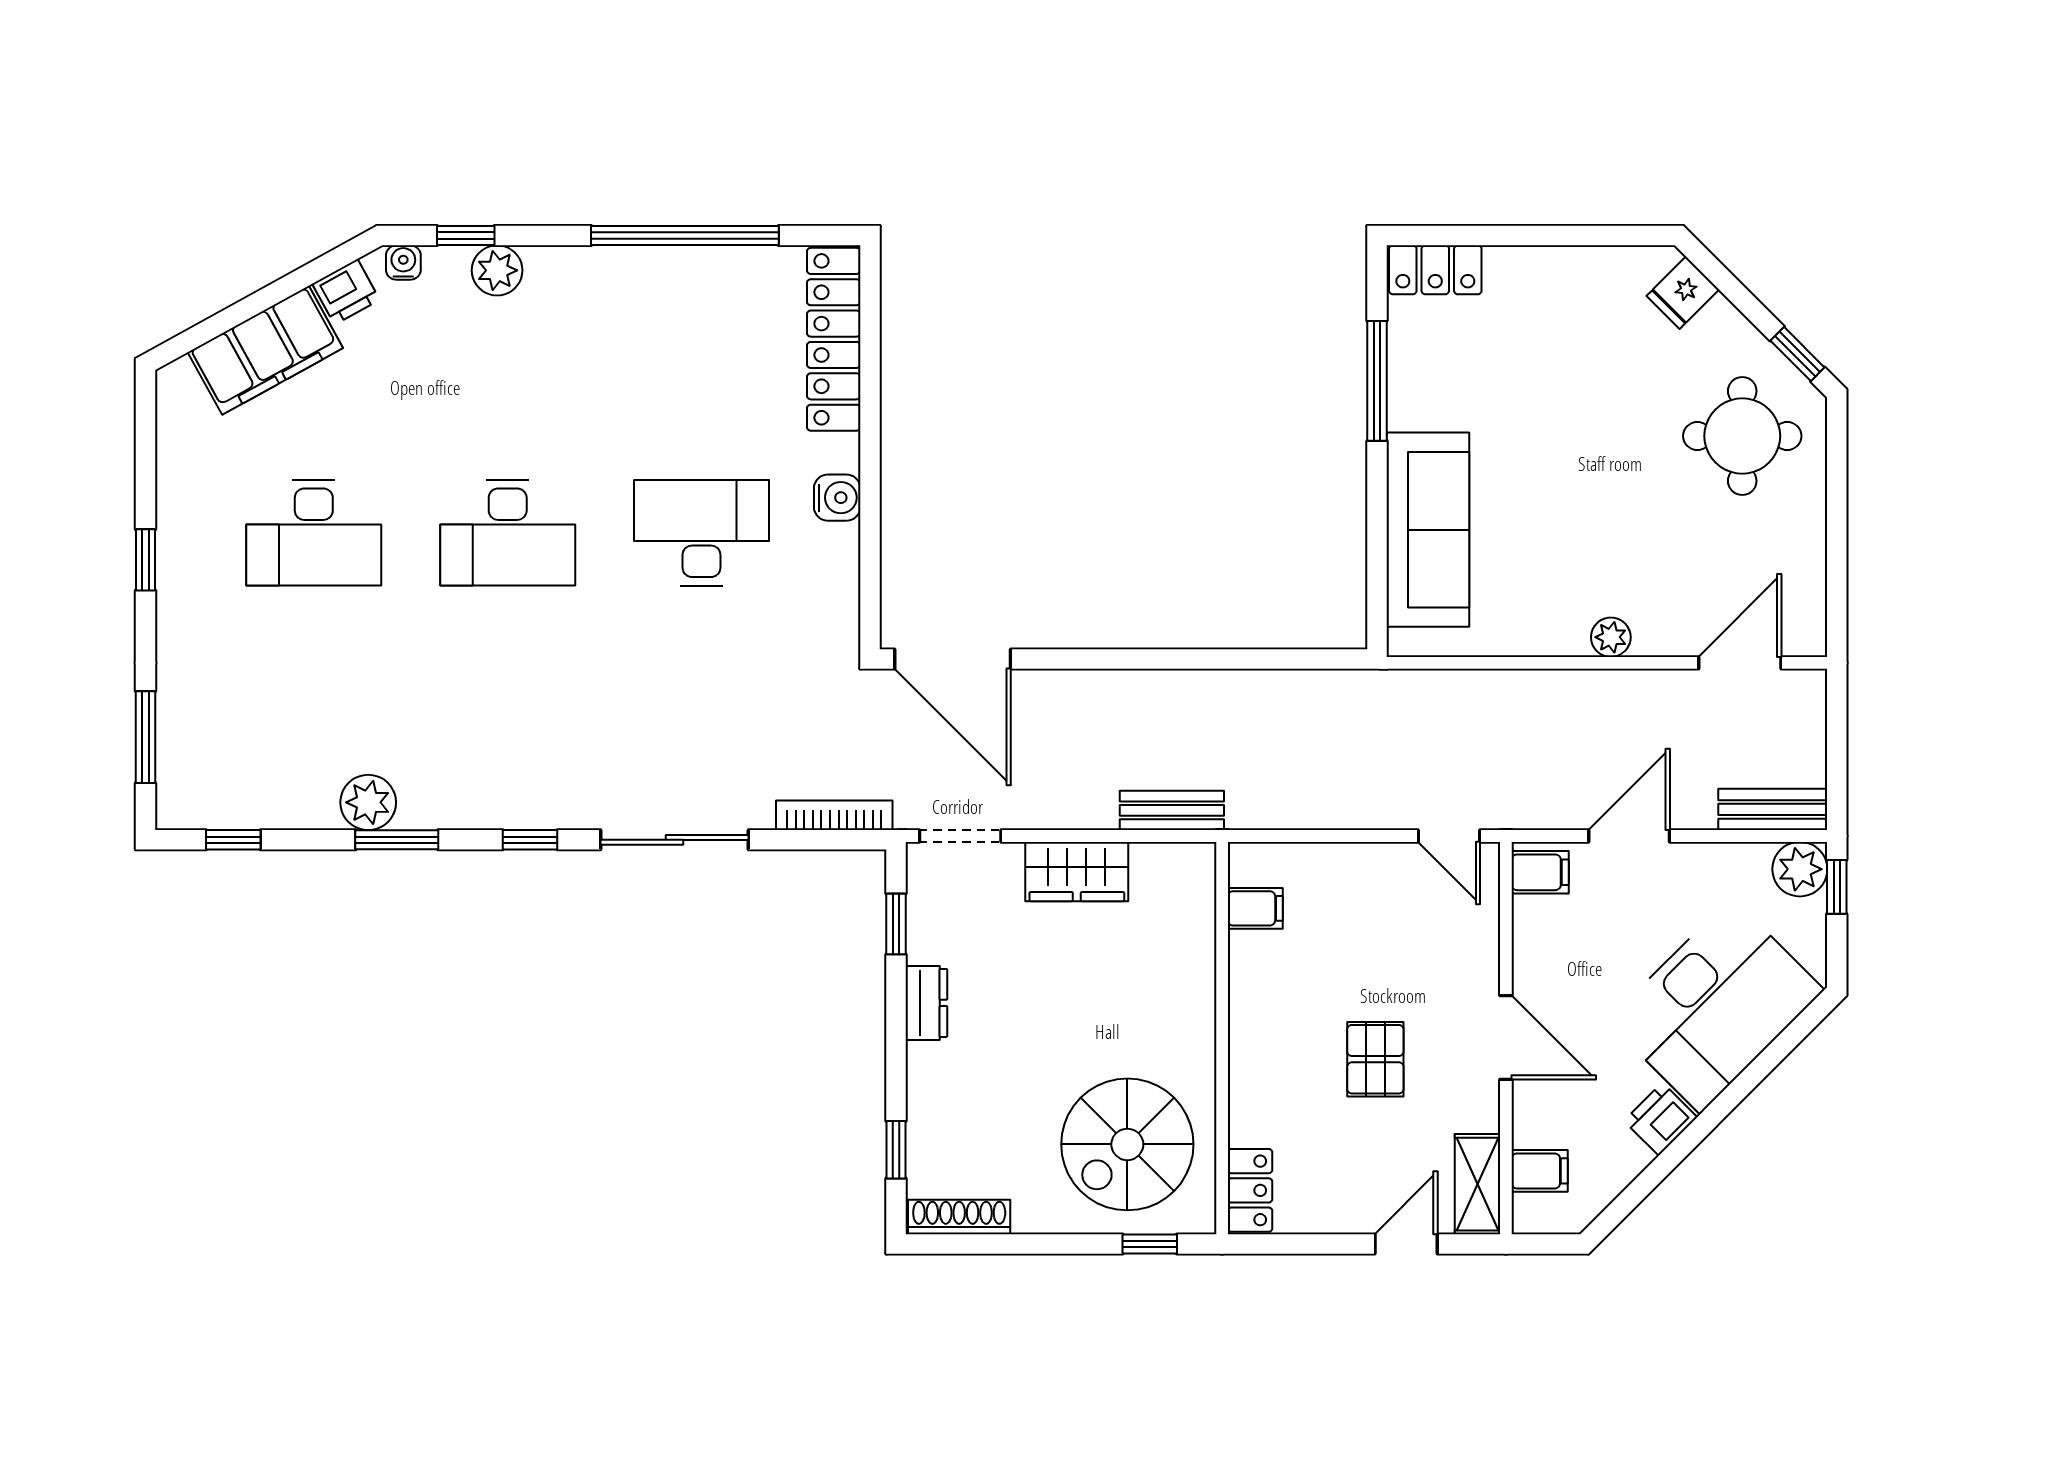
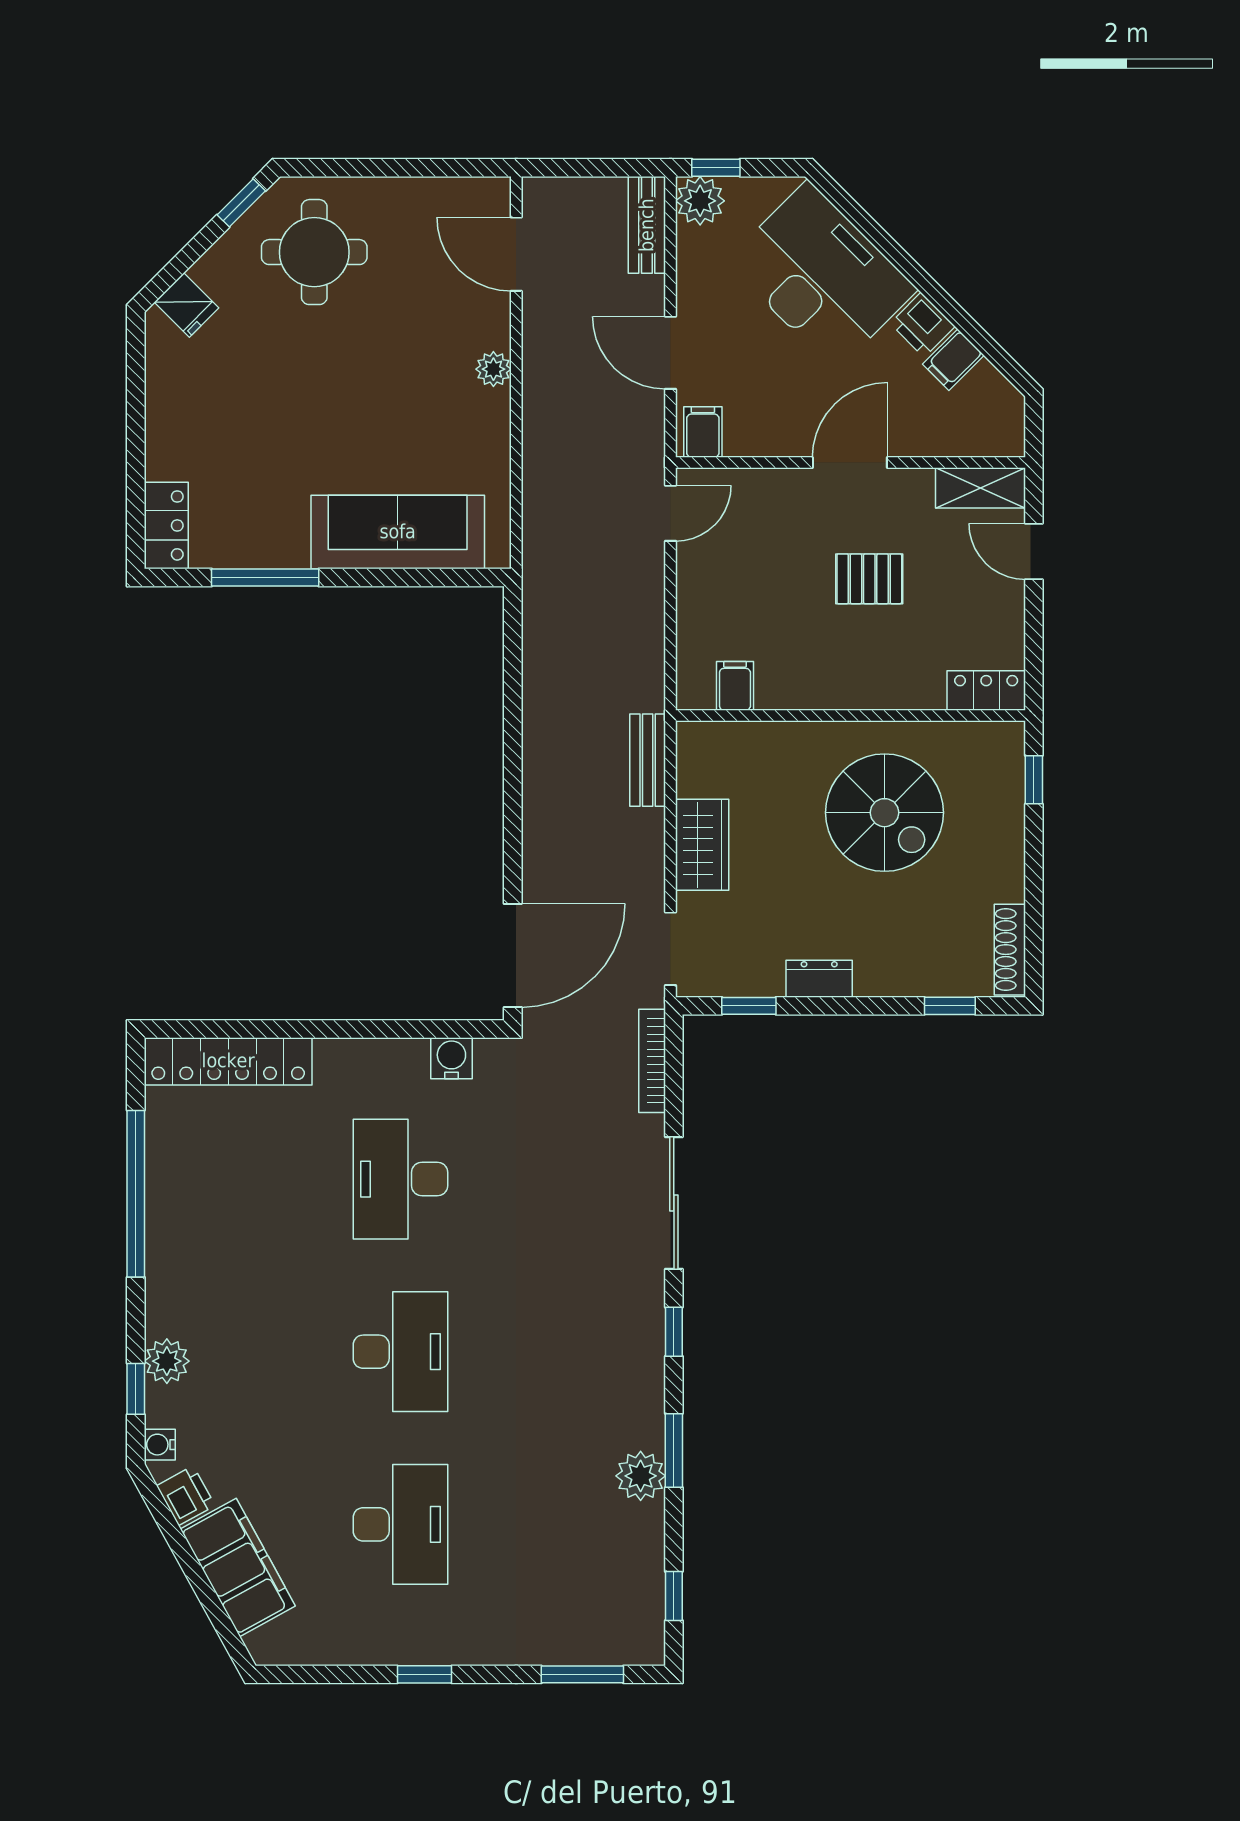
water cooler: (837, 498) -> (451, 1058), moved
spiral stairs: (1127, 1144) -> (885, 813), moved
filing cabinet: (1540, 1171) -> (953, 360), moved, turned -135

